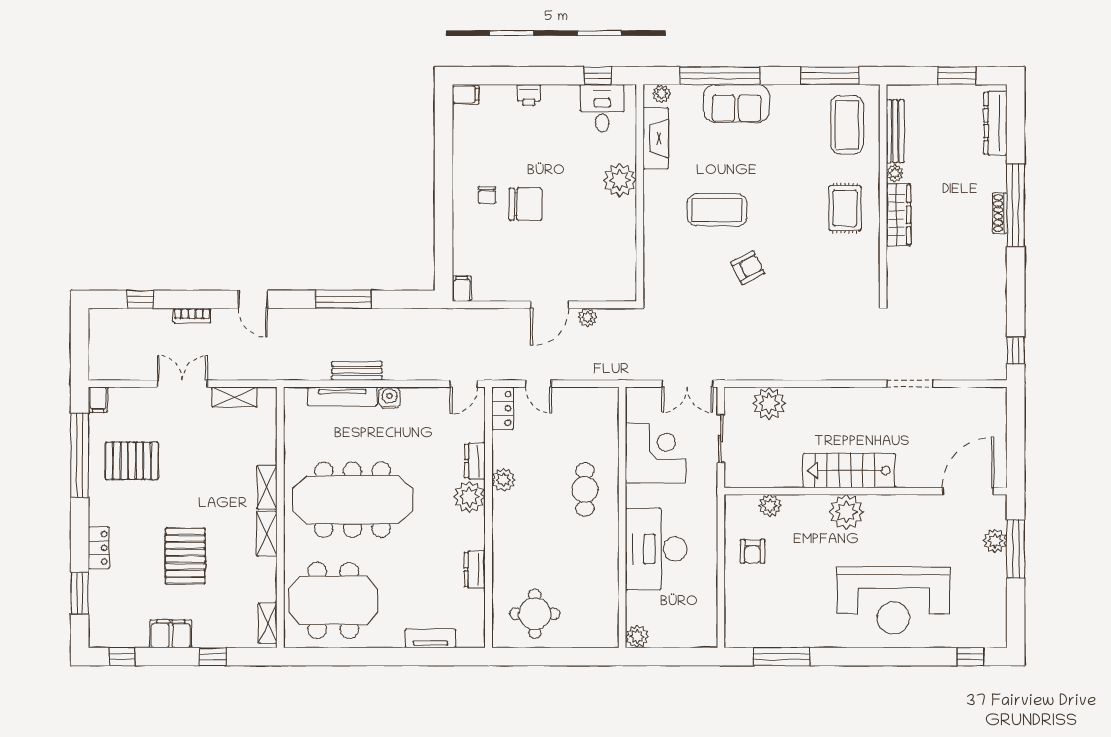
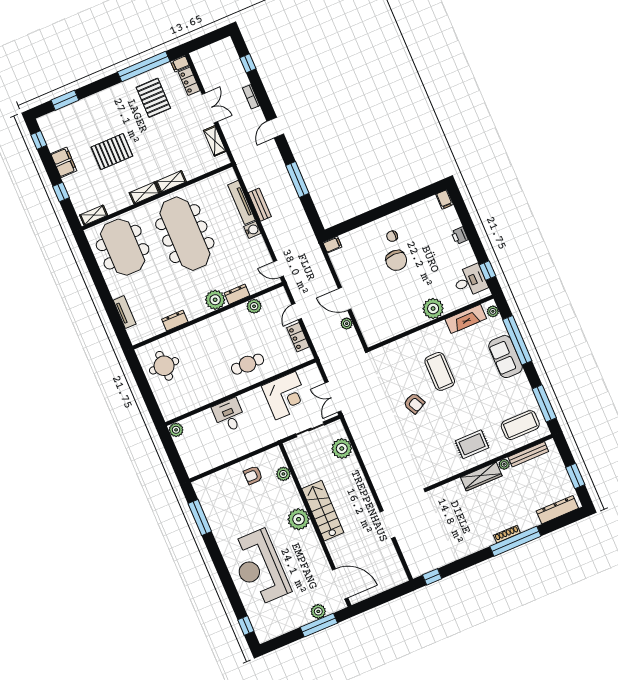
locker: (503, 408) -> (298, 337), moved, turned 90
plant: (503, 480) -> (254, 306), moved
locker: (99, 548) -> (189, 81), moved, turned 90
desk: (656, 549) -> (229, 415), width x0.53, depth x0.77

